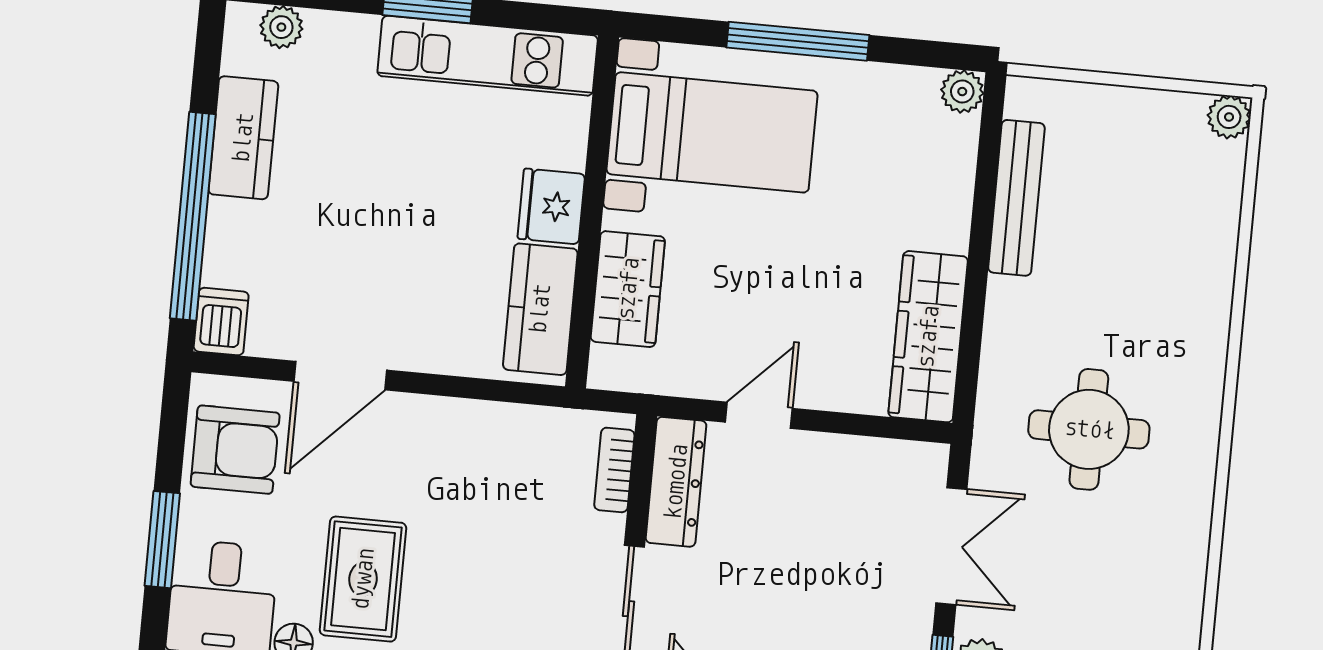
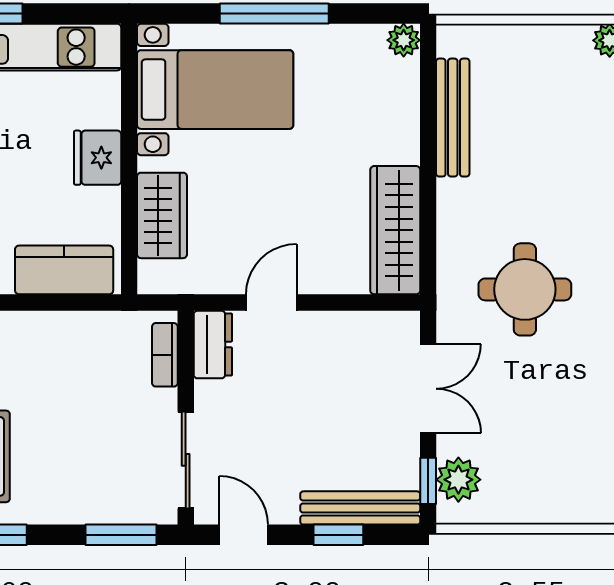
kitchen counter: (540, 309) -> (64, 270), moved, turned 90
dresser: (676, 482) -> (213, 345), width x0.70

